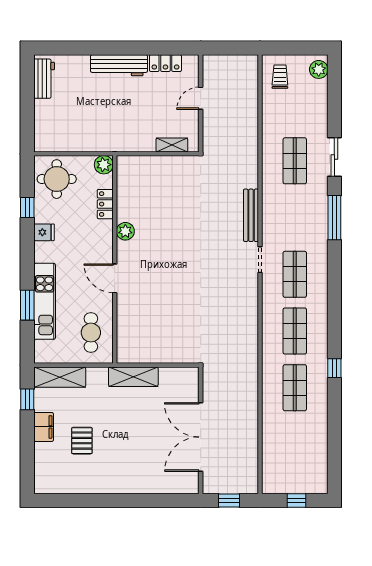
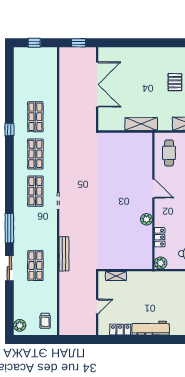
bench: (251, 215) -> (64, 254), moved

